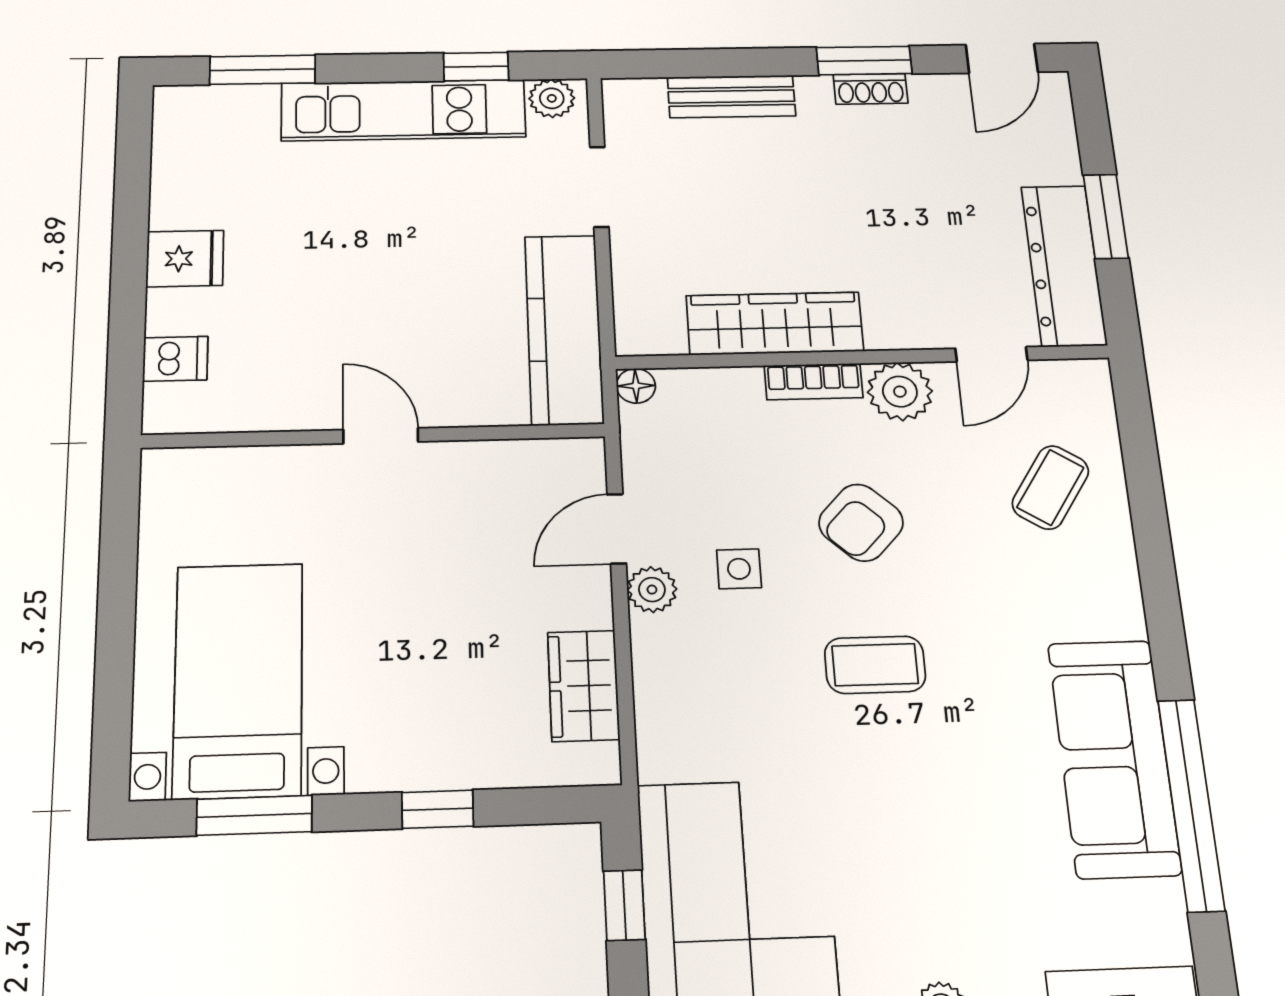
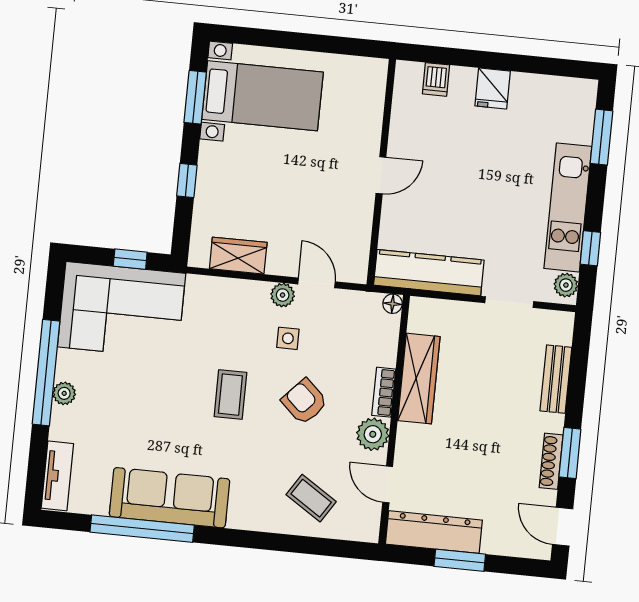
shoe rack: (871, 89) -> (551, 461), width x1.43

